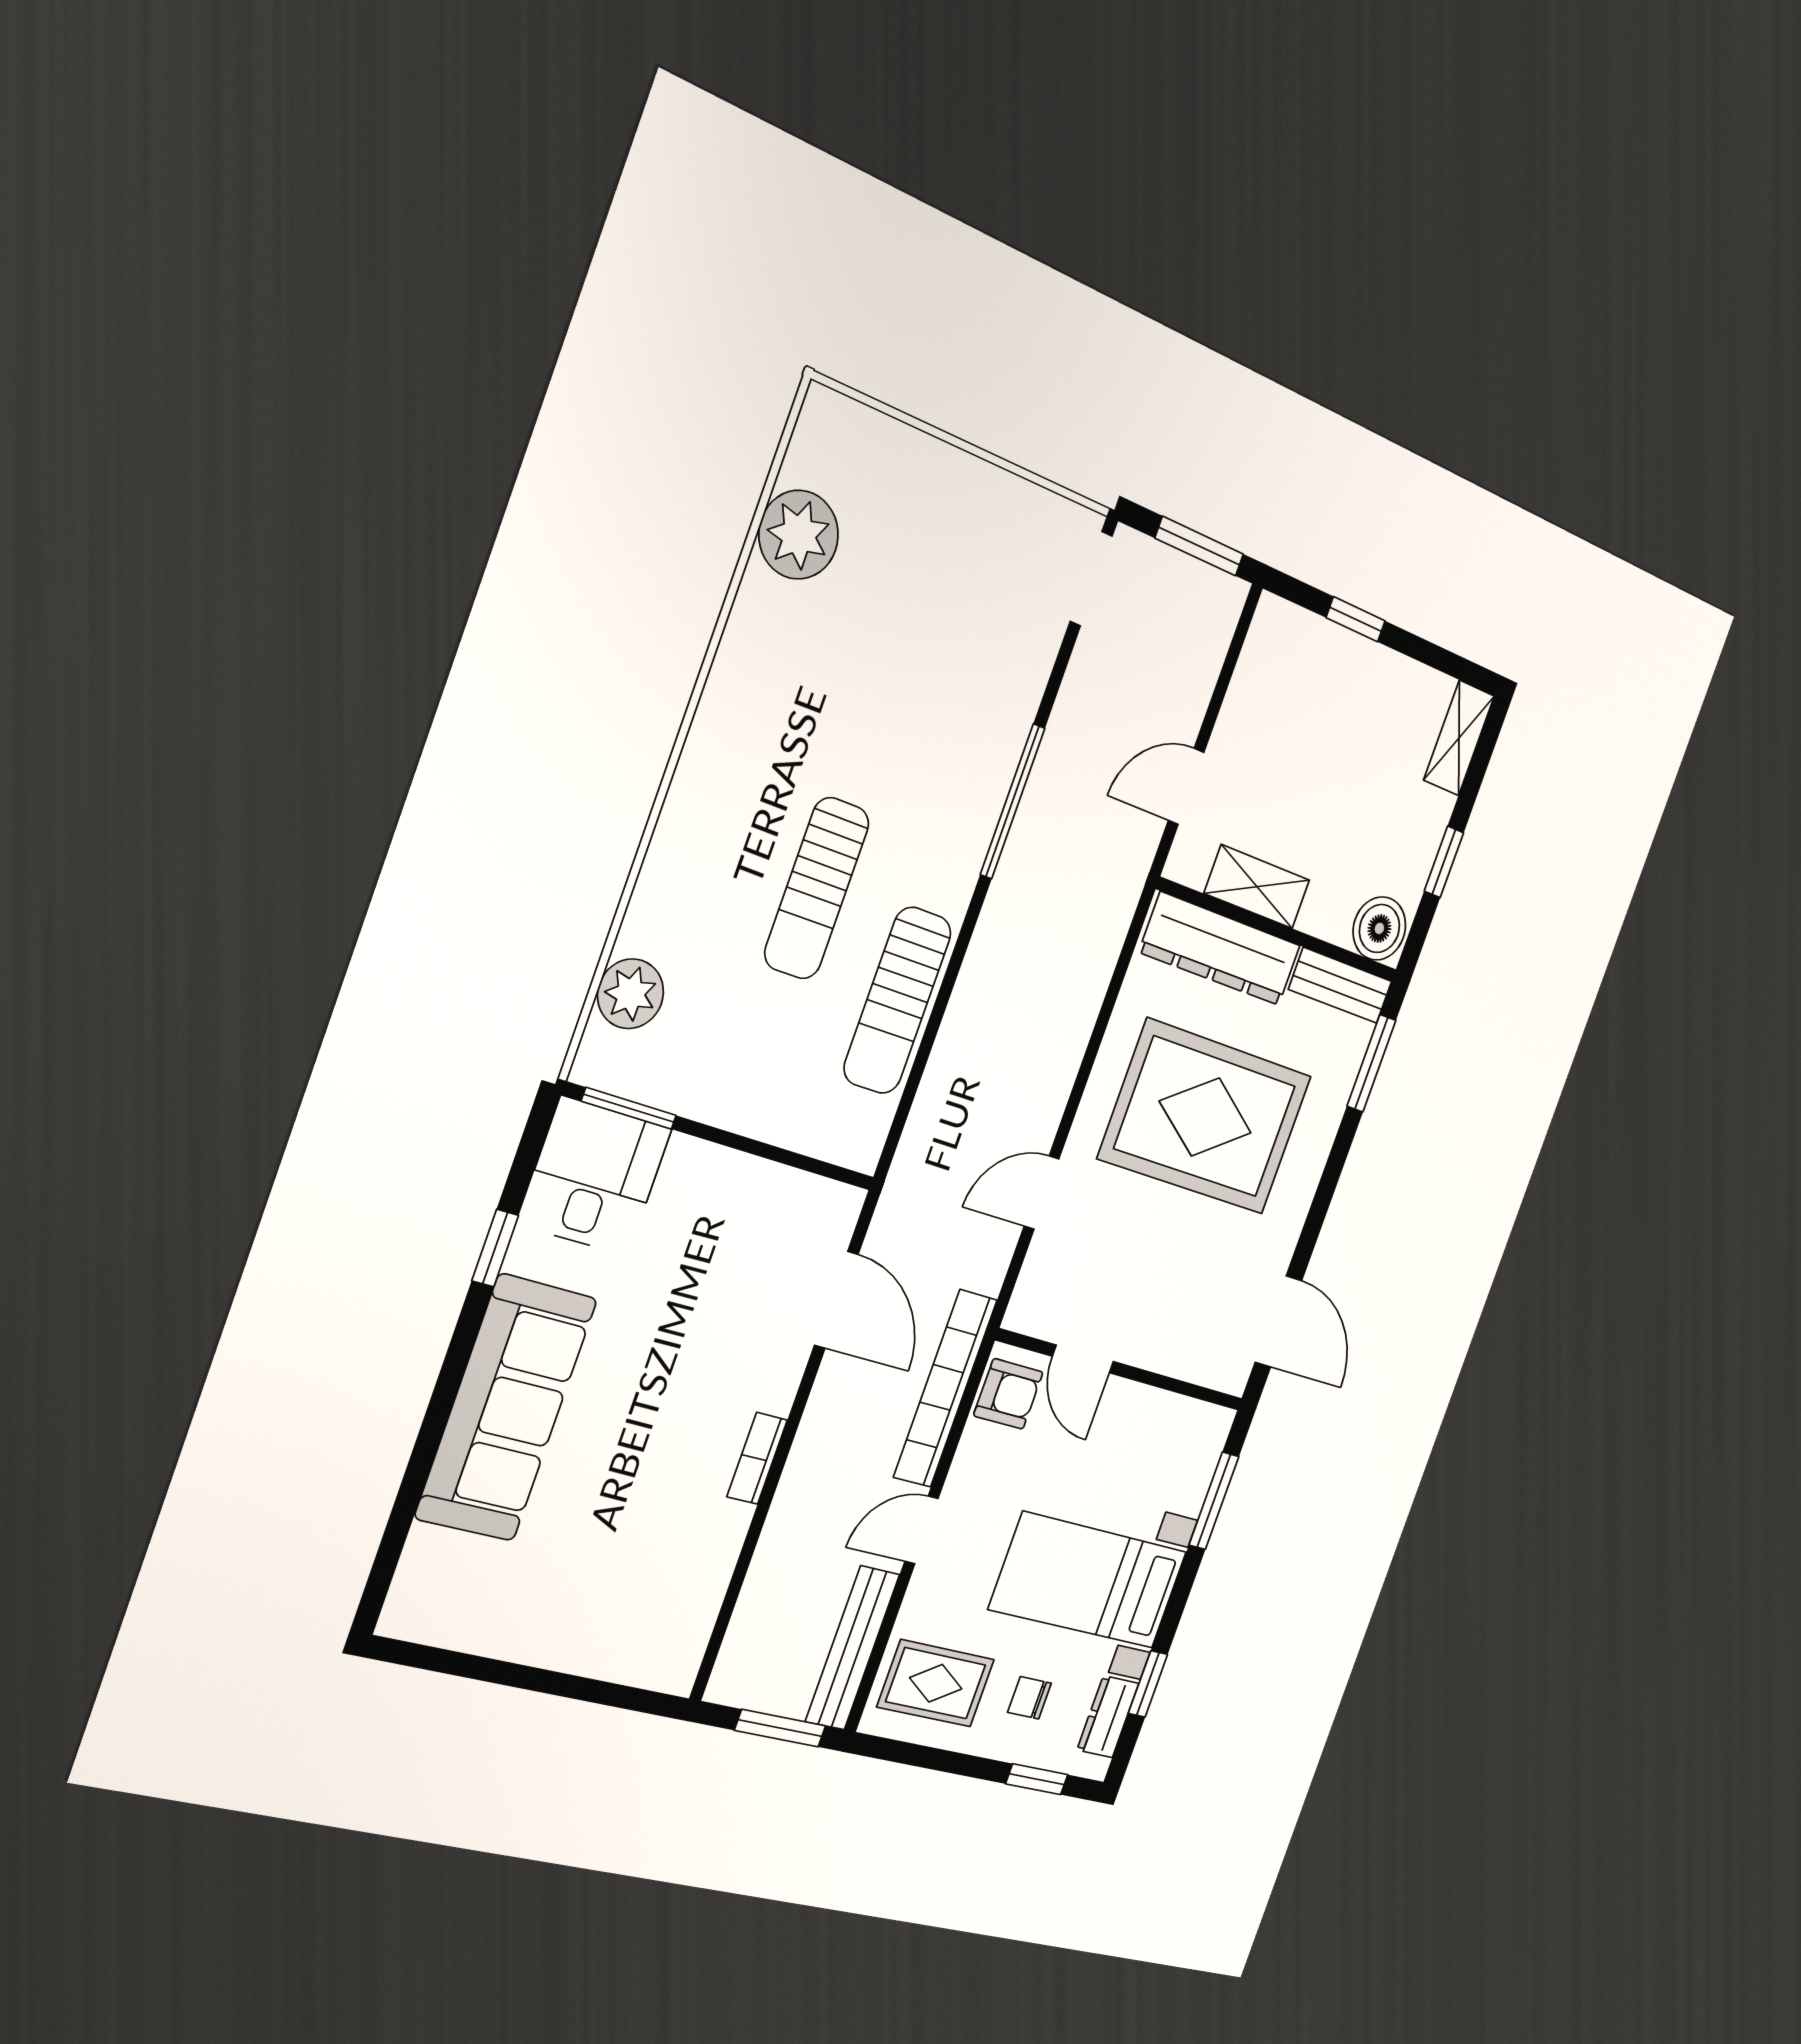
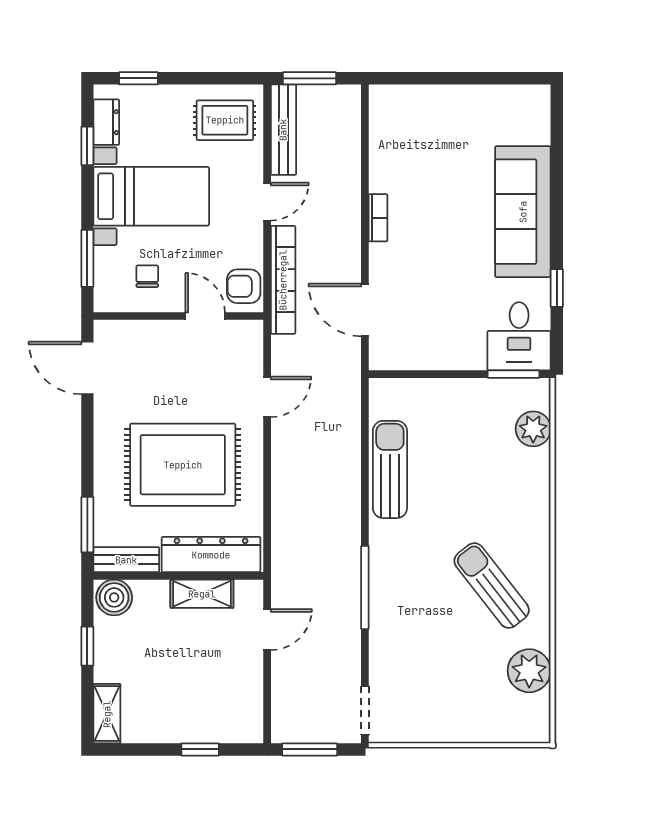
sun lounger: (817, 888) -> (492, 586), moved, turned -38
chair: (1029, 1698) -> (147, 276), moved, turned -90

